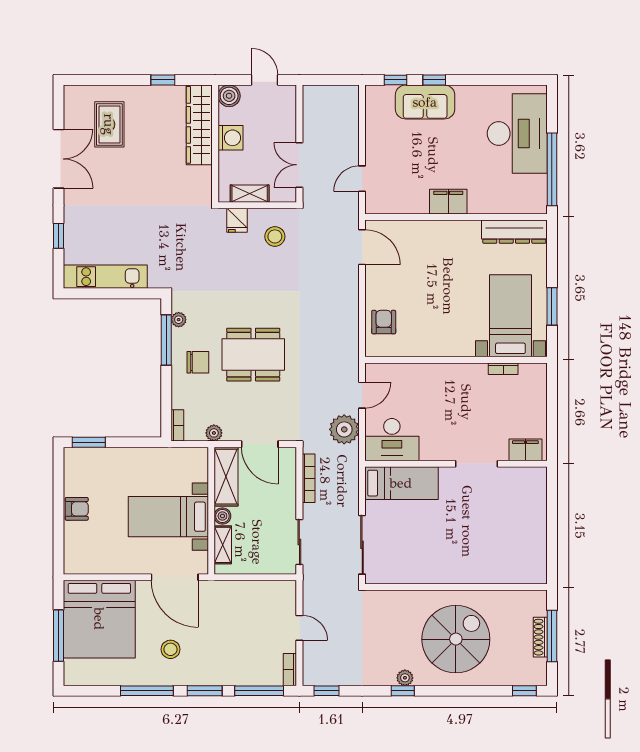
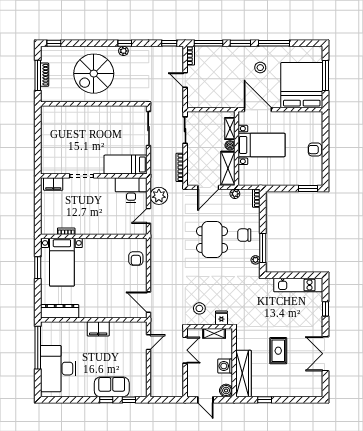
rug: (109, 124) -> (278, 351), moved
dining table: (253, 355) -> (212, 240), turned 90
door: (260, 444) -> (208, 187), swing flipped

